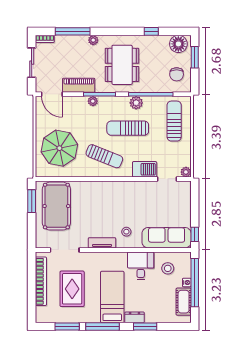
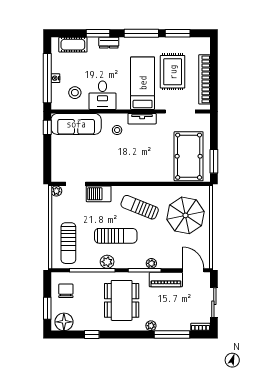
bed: (112, 297) -> (143, 83), moved, turned 180
cot: (184, 302) -> (73, 45), moved, turned 90

